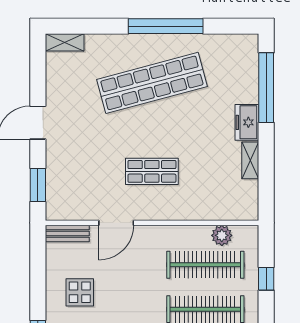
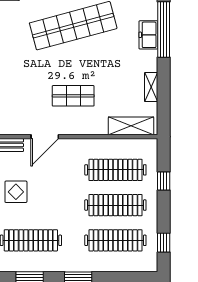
freezer: (247, 122) -> (148, 35), moved
shelving: (225, 209) -> (131, 126), added
plant: (222, 235) -> (129, 147), removed

